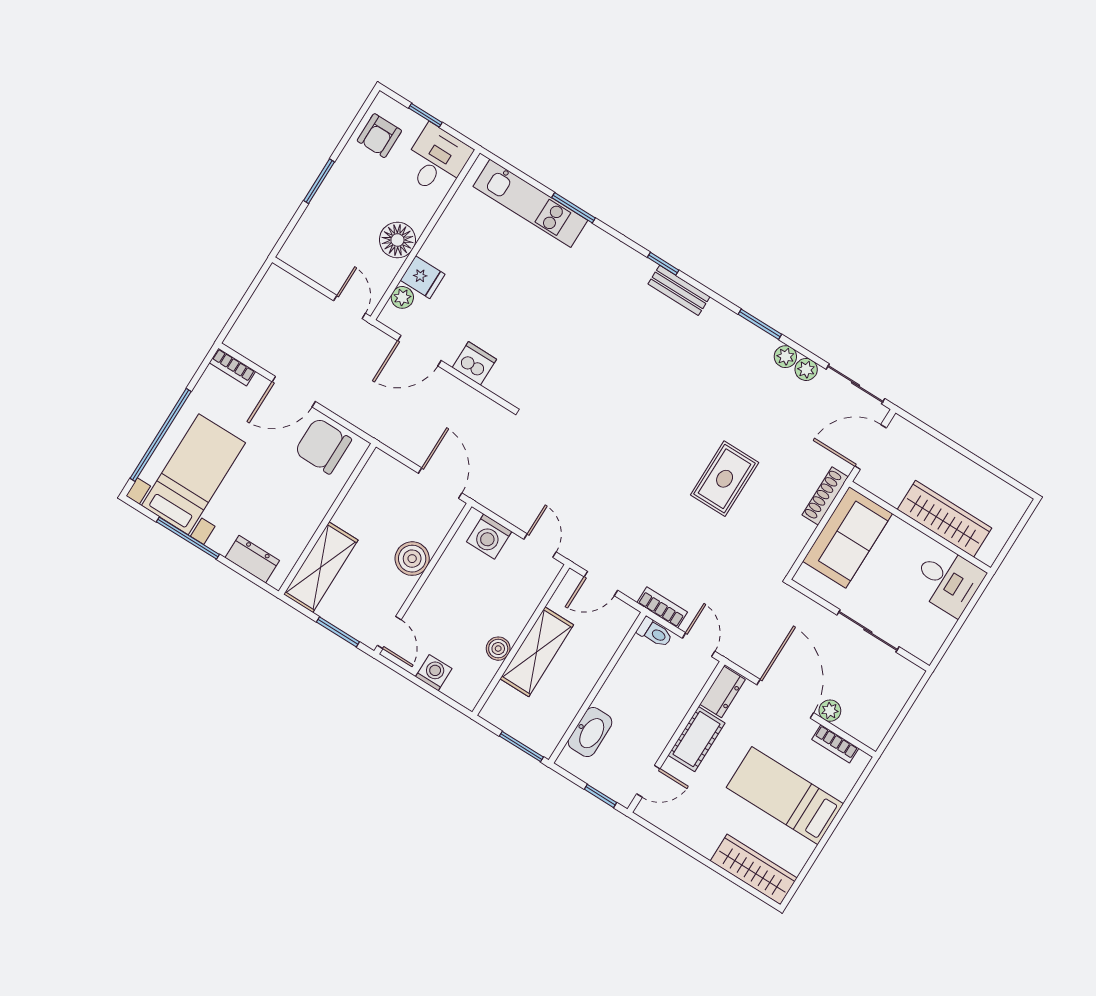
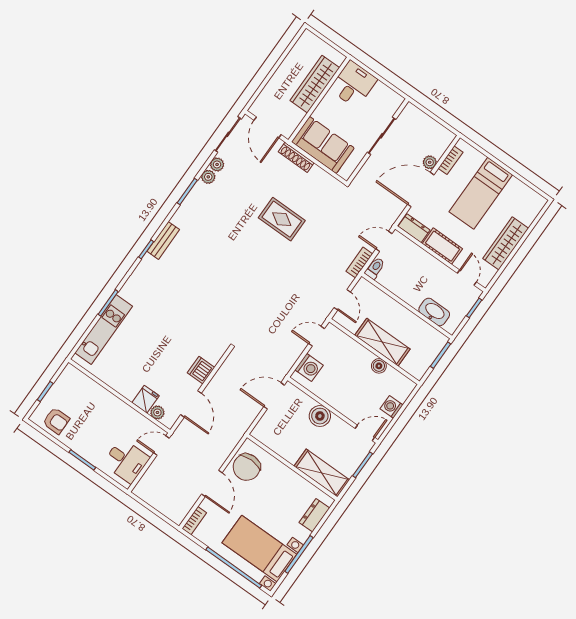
desk: (437, 160) -> (126, 461), moved, turned 180
floor lamp: (397, 240) -> (122, 413), removed
wardrobe: (754, 869) -> (506, 243), moved

